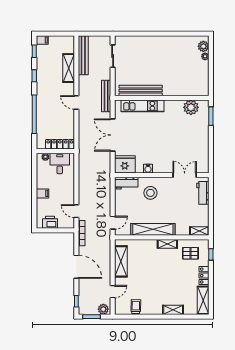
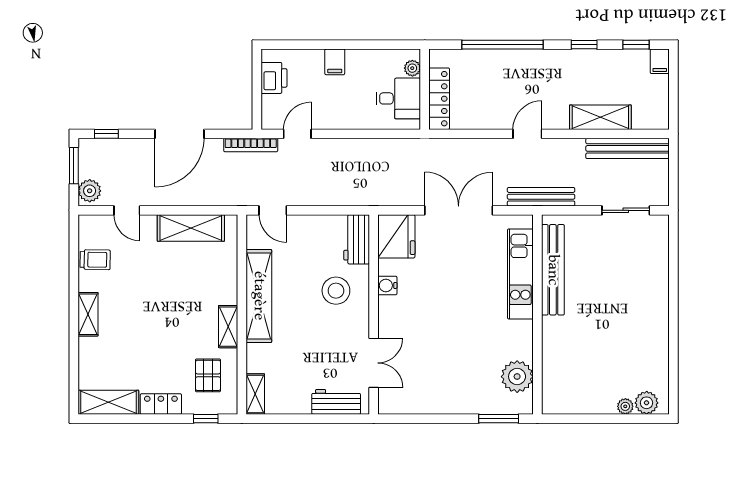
shelving: (173, 310) -> (88, 314), moved

